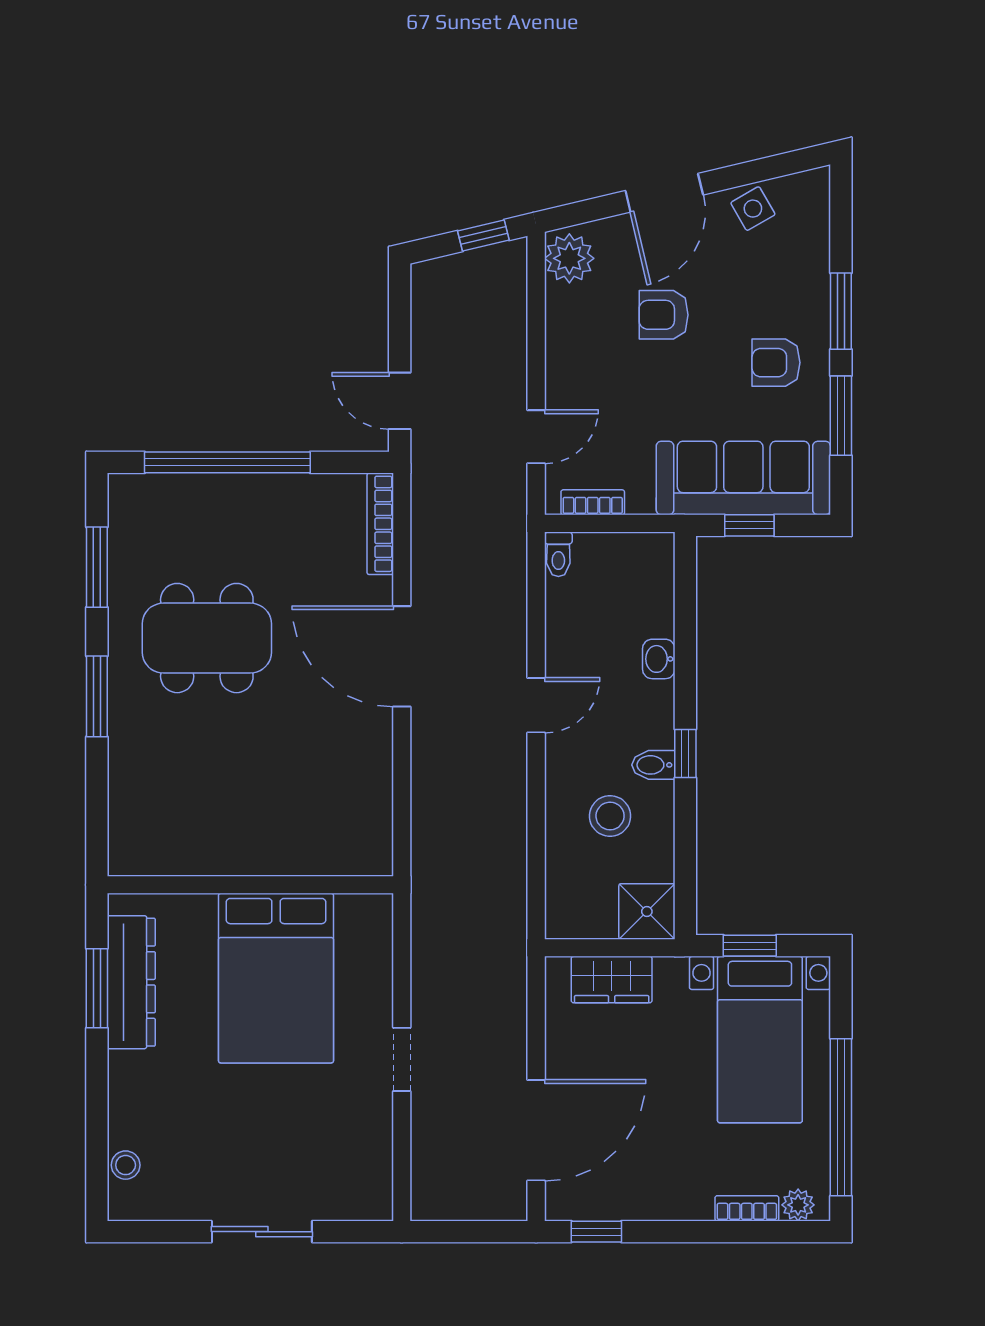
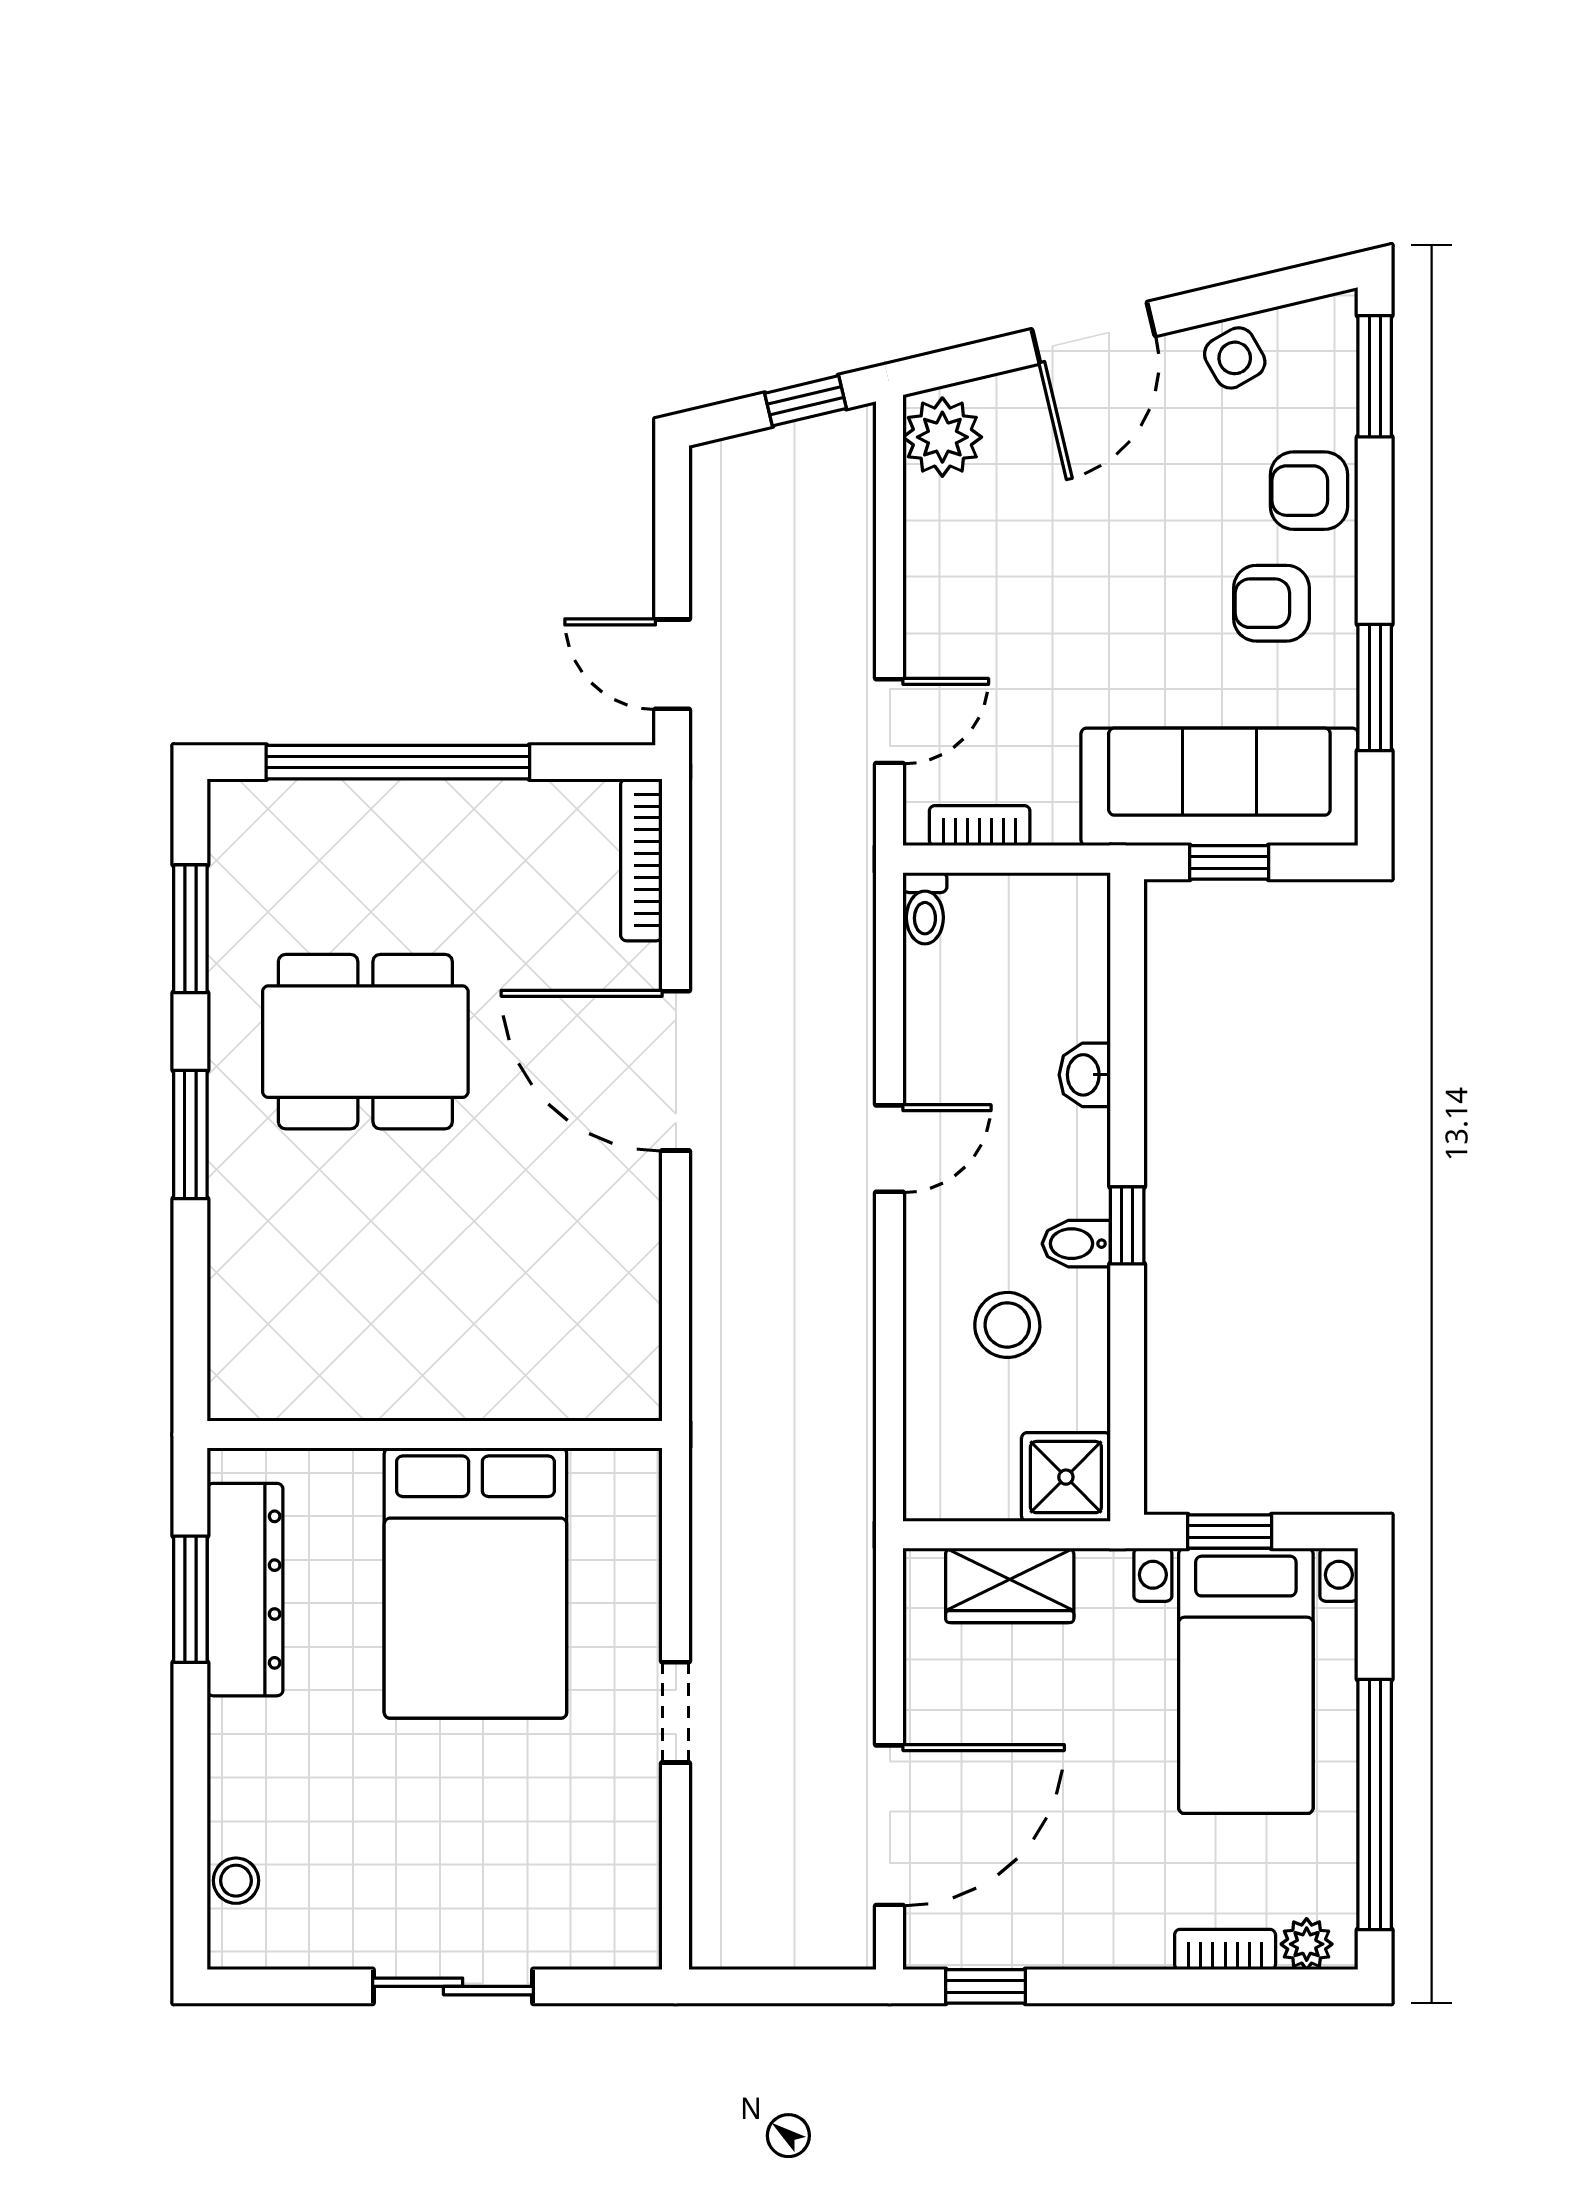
window: (841, 311) -> (1375, 376), moved
armchair: (664, 315) -> (1309, 491), moved

